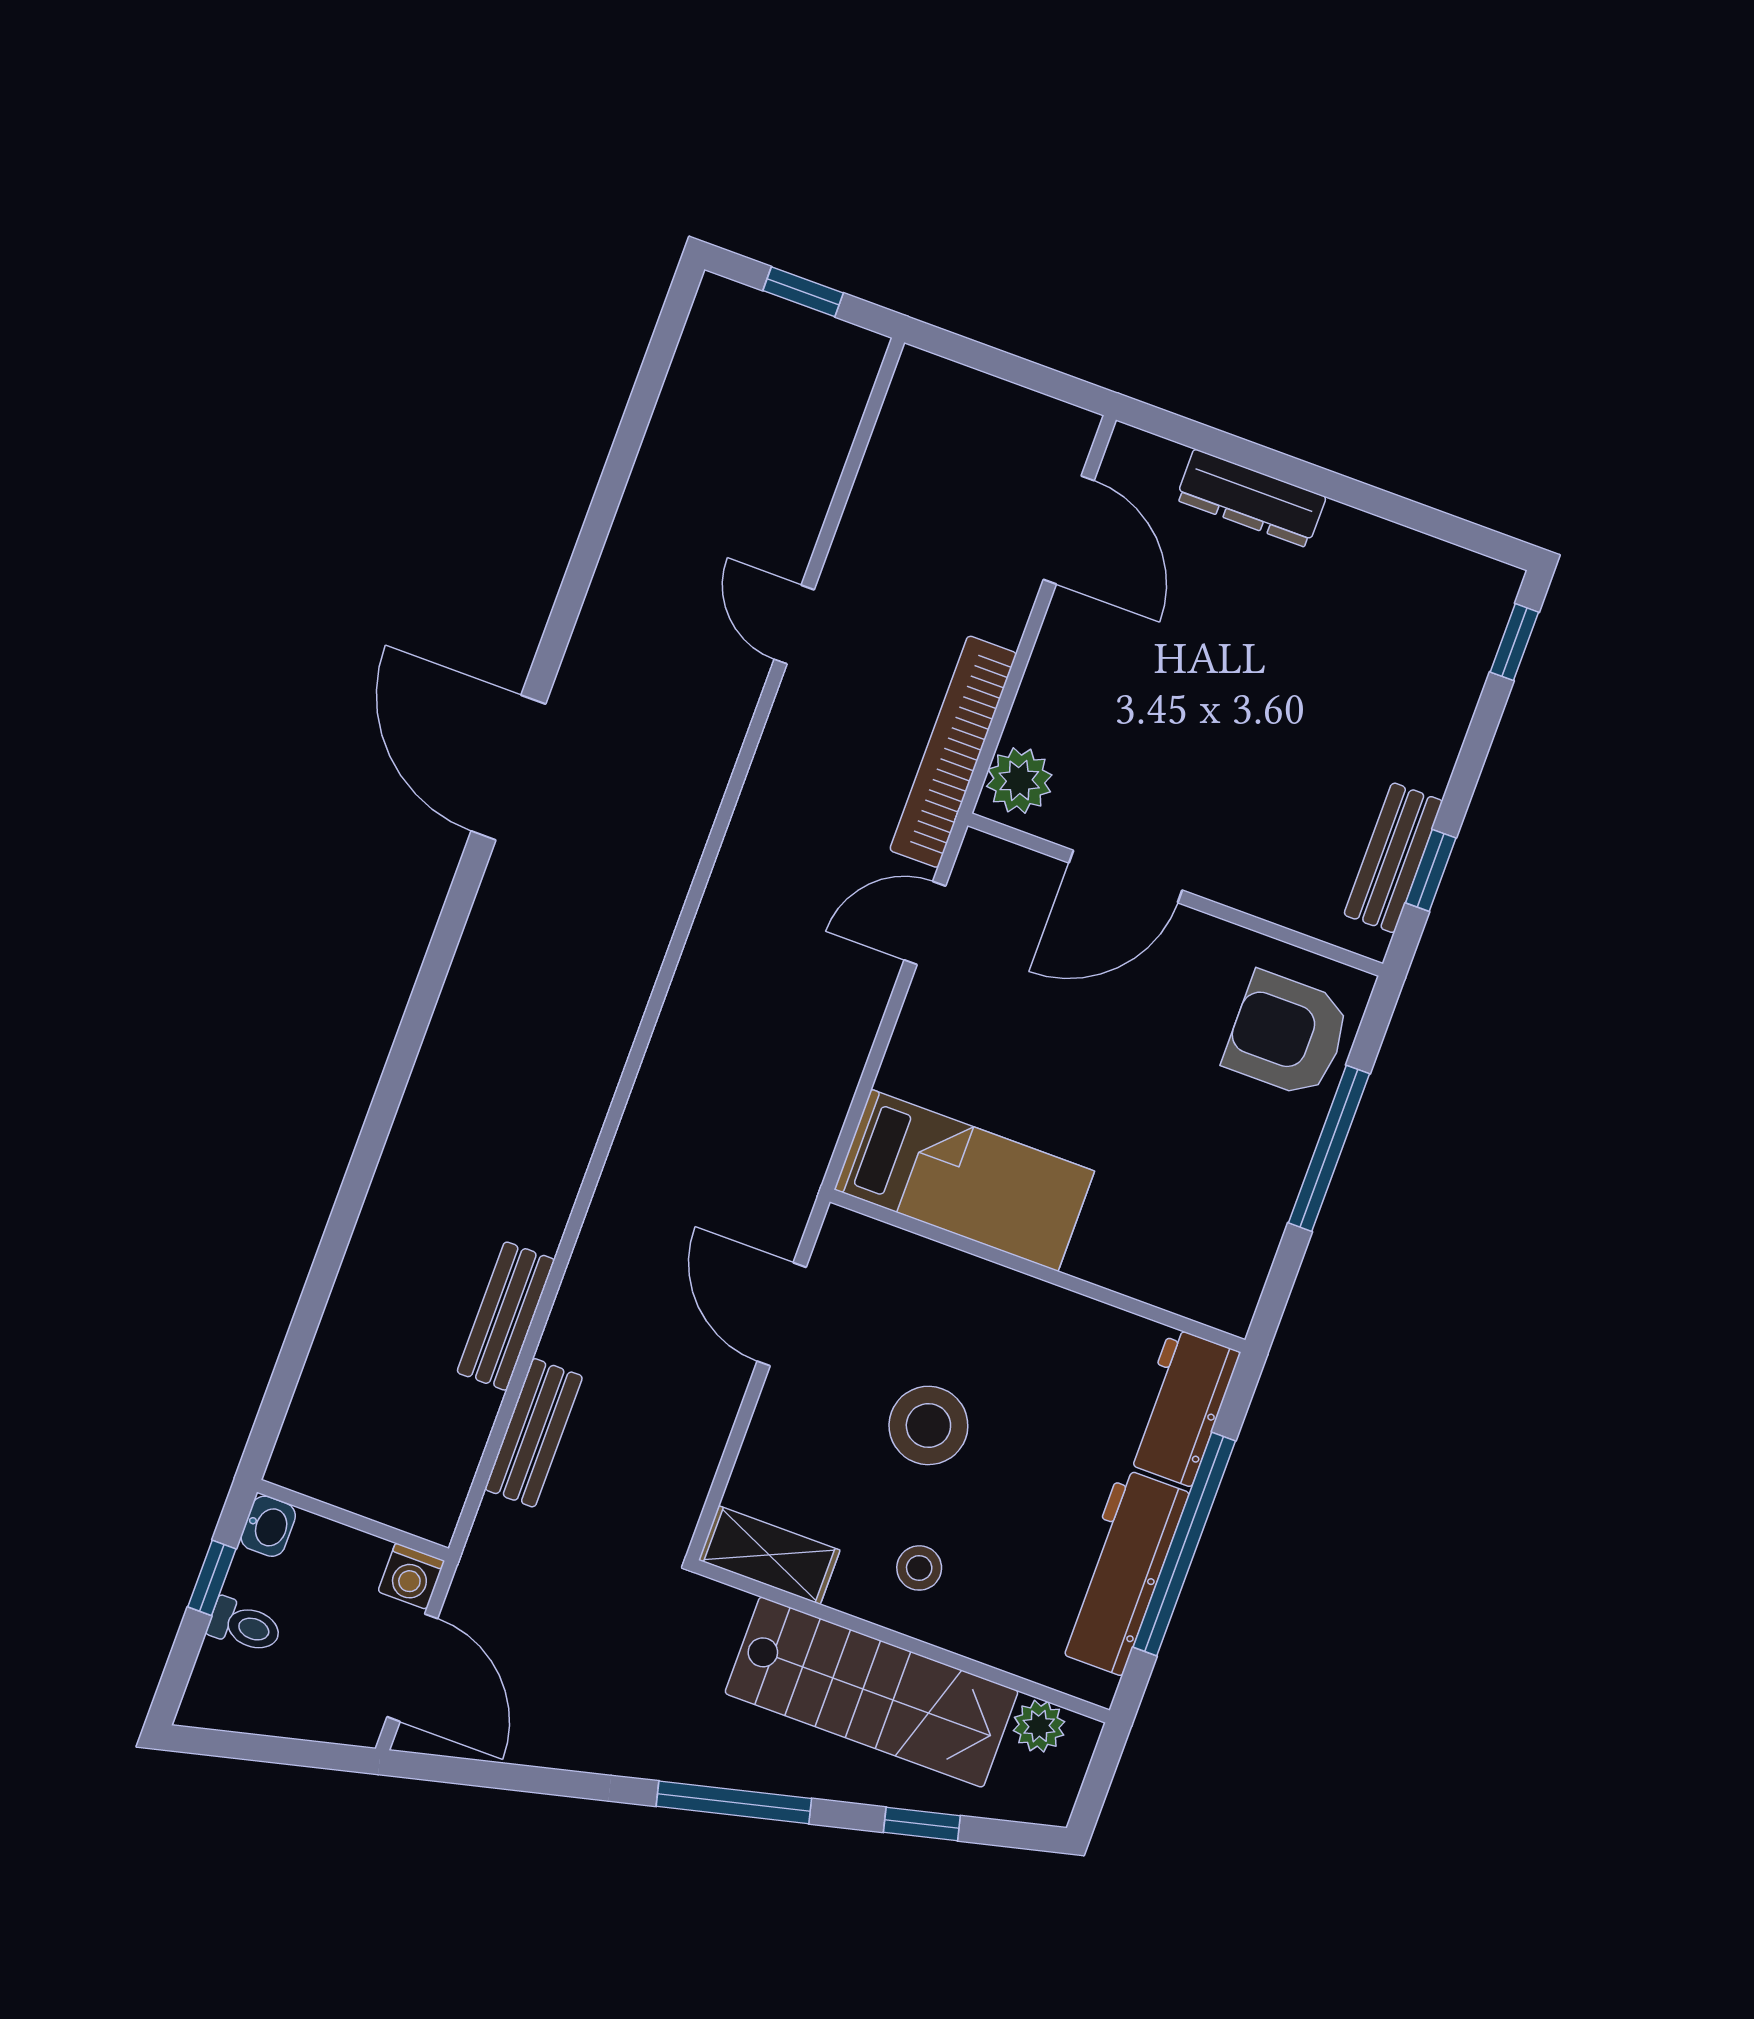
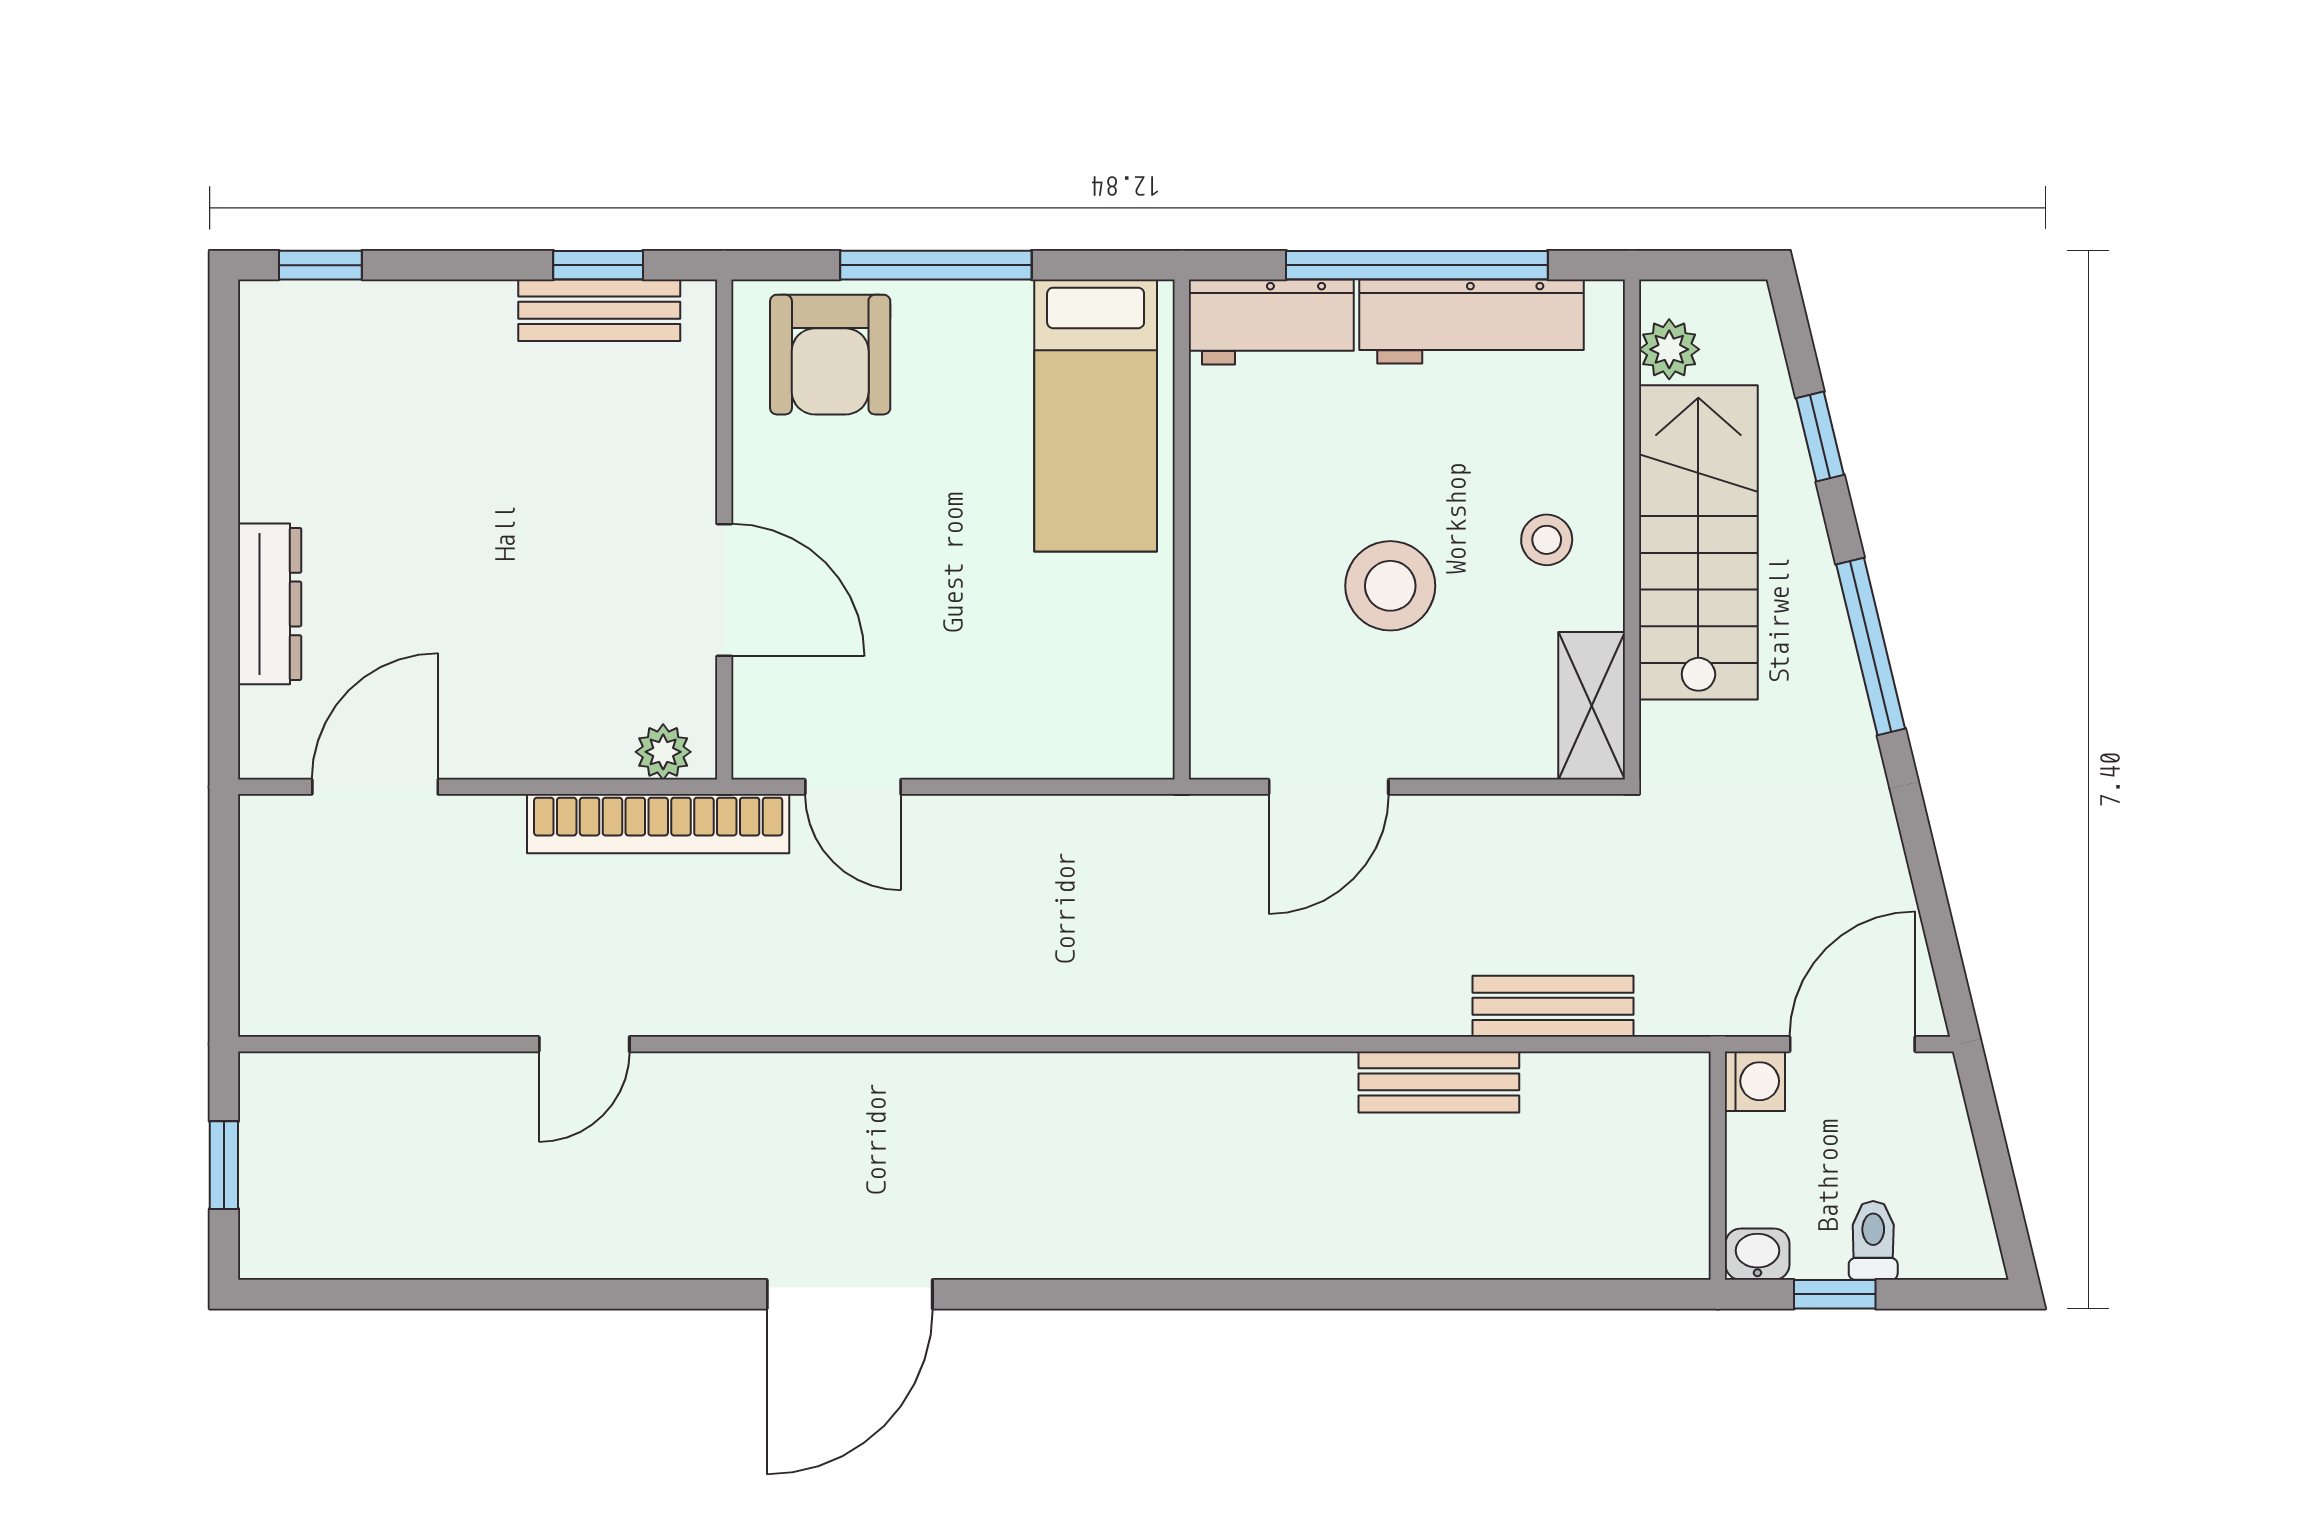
plant: (1019, 781) -> (663, 752), width x0.73, depth x0.73
bed: (964, 1180) -> (1096, 415), moved, turned 180

